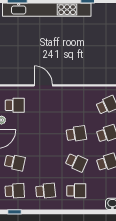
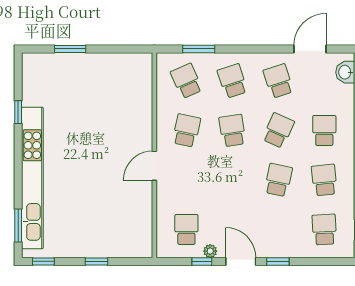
door: (43, 85) -> (154, 166), moved
school desk: (76, 105) -> (186, 130), added
school desk: (15, 162) -> (278, 180), moved

